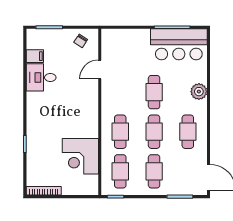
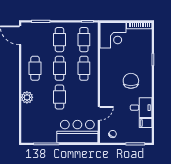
bar counter: (179, 44) -> (77, 132), moved
chair: (55, 114) -> (131, 81), added
corner desk: (80, 156) -> (113, 35), moved, turned 90

